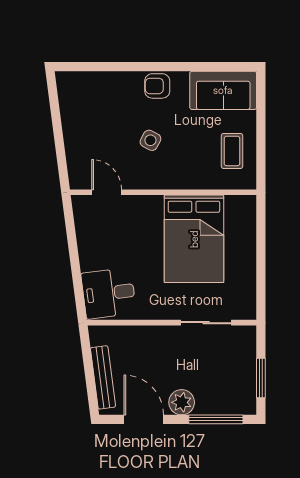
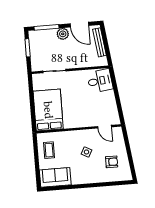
armchair: (157, 86) -> (112, 162), moved
bed: (194, 239) -> (48, 110), moved

